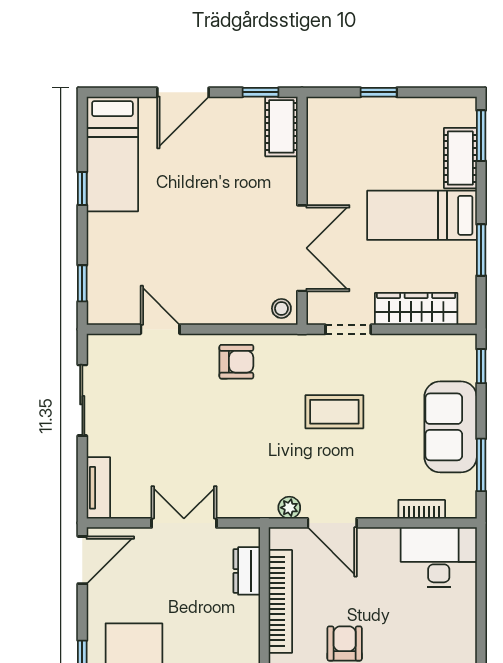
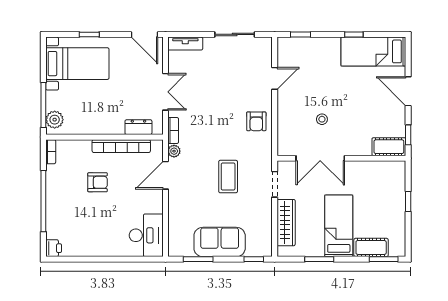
stool: (281, 308) -> (322, 119), moved
bookcase: (422, 509) -> (173, 130), moved

